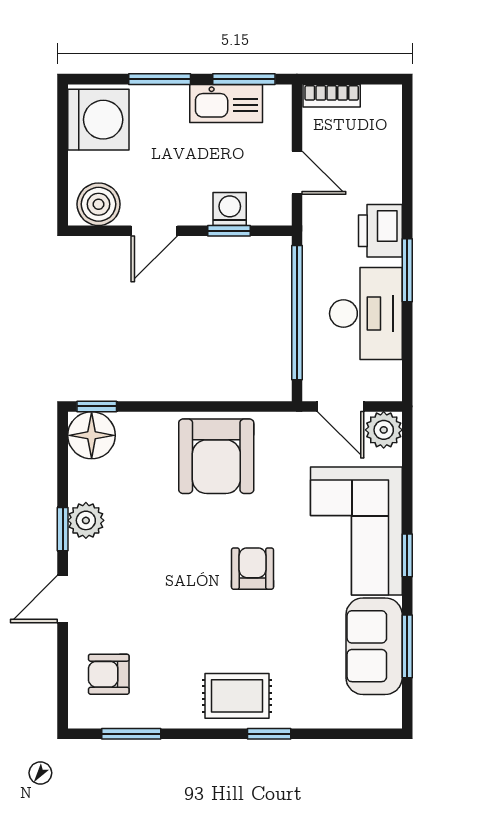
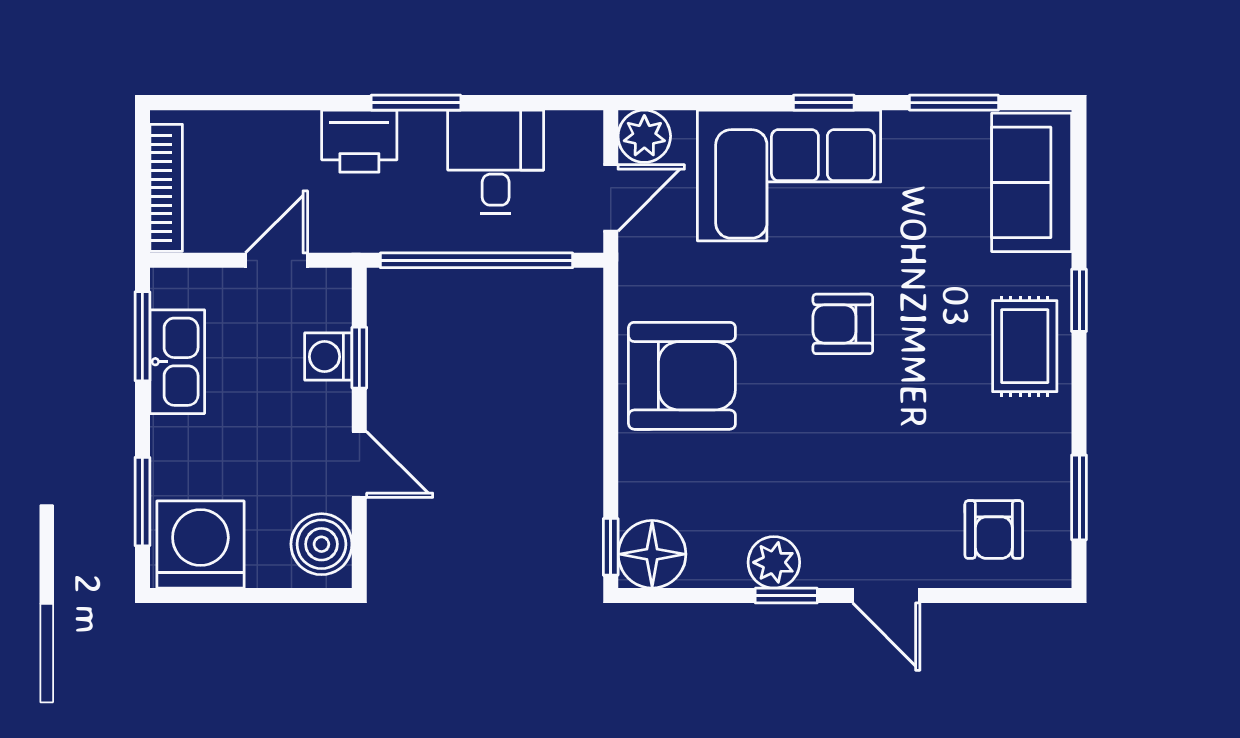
window: (160, 79) -> (142, 502), moved
bookcase: (332, 96) -> (166, 188), width x1.56
desk: (366, 314) -> (496, 162), width x0.73
sofa: (374, 646) -> (1032, 182), moved, turned 90

